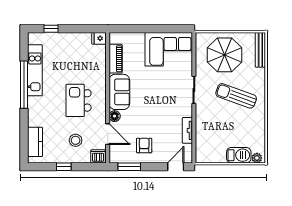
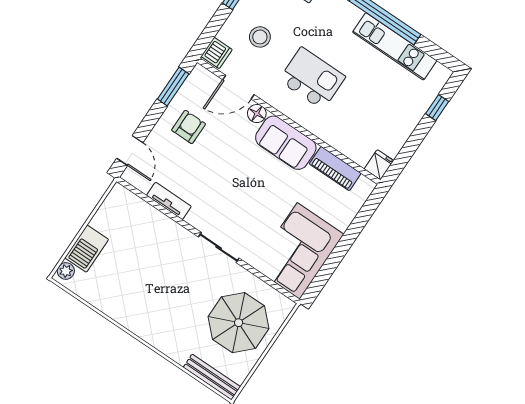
sun lounger: (236, 96) -> (171, 300), removed
armchair: (144, 145) -> (189, 127), turned -90

